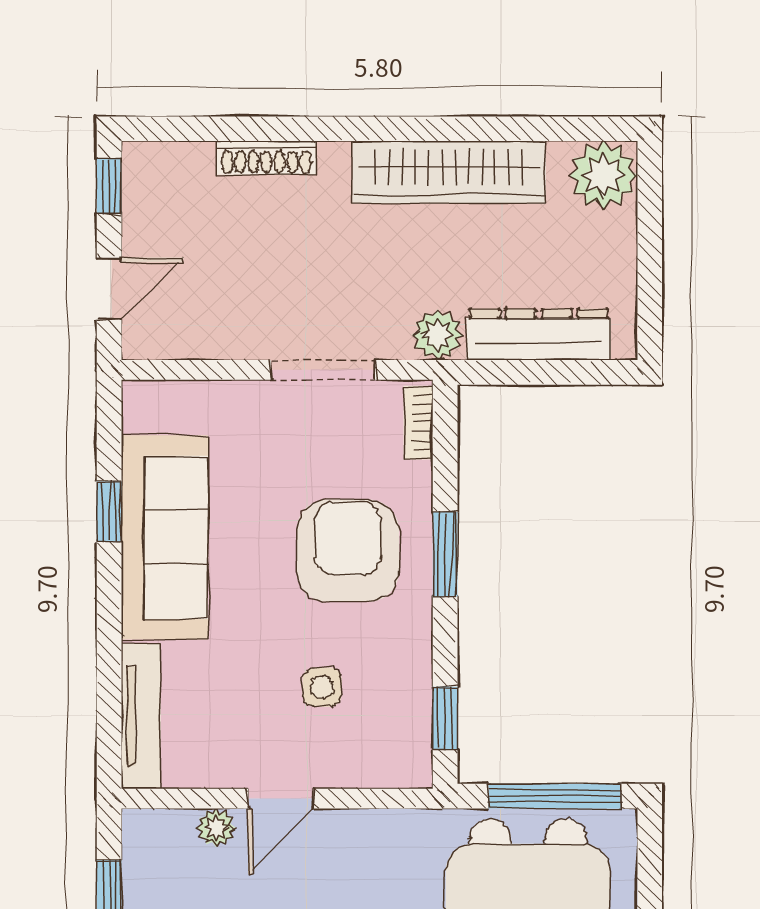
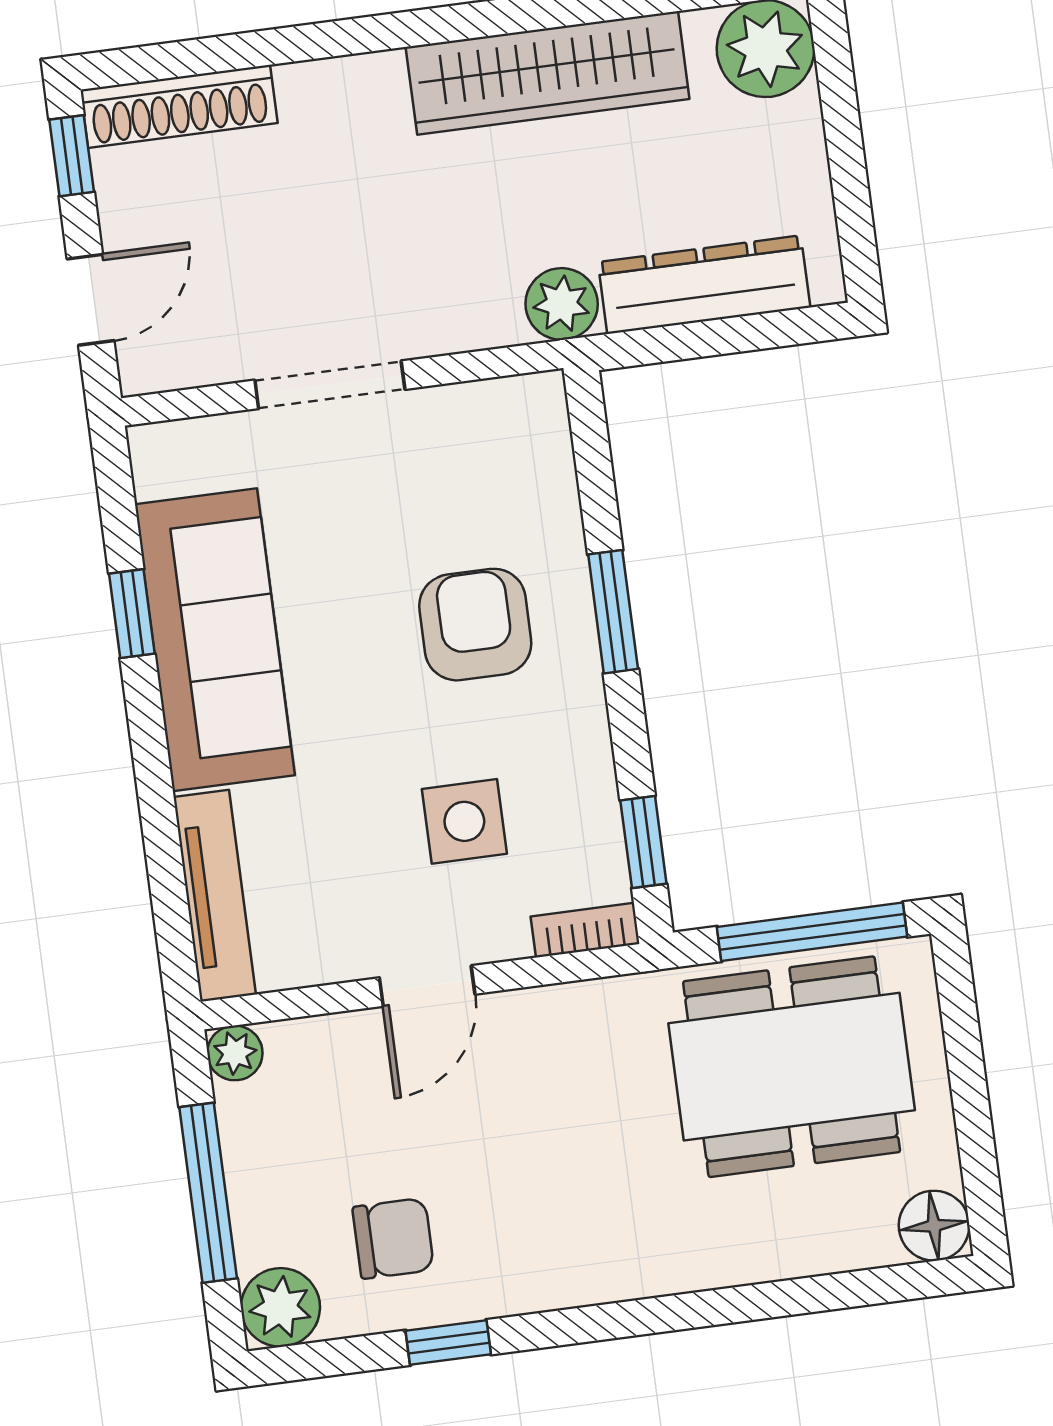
shoe rack: (266, 158) -> (179, 106), moved, width x1.36, depth x1.24
doorway: (323, 370) -> (330, 385), moved
bookcase: (418, 423) -> (585, 930), moved, turned 90
armchair: (348, 551) -> (475, 625), width x0.73, depth x0.73
side table: (322, 687) -> (464, 821), width x1.37, depth x1.37
plant: (216, 828) -> (235, 1053), moved

